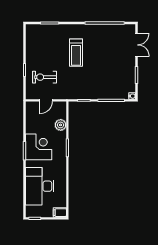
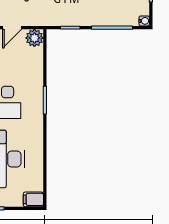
plant: (61, 125) -> (34, 38), moved

